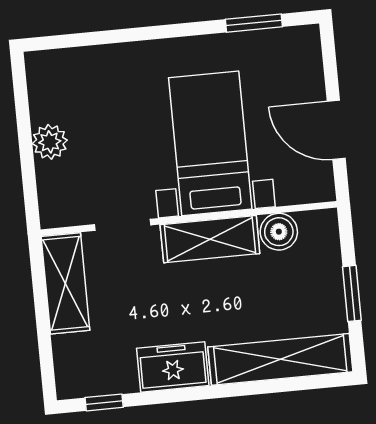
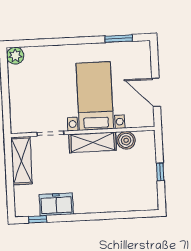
plant: (50, 142) -> (15, 56), moved
window: (352, 293) -> (160, 172), width x0.67
shelving: (280, 359) -> (124, 202), removed
freezer: (173, 367) -> (56, 204), moved

